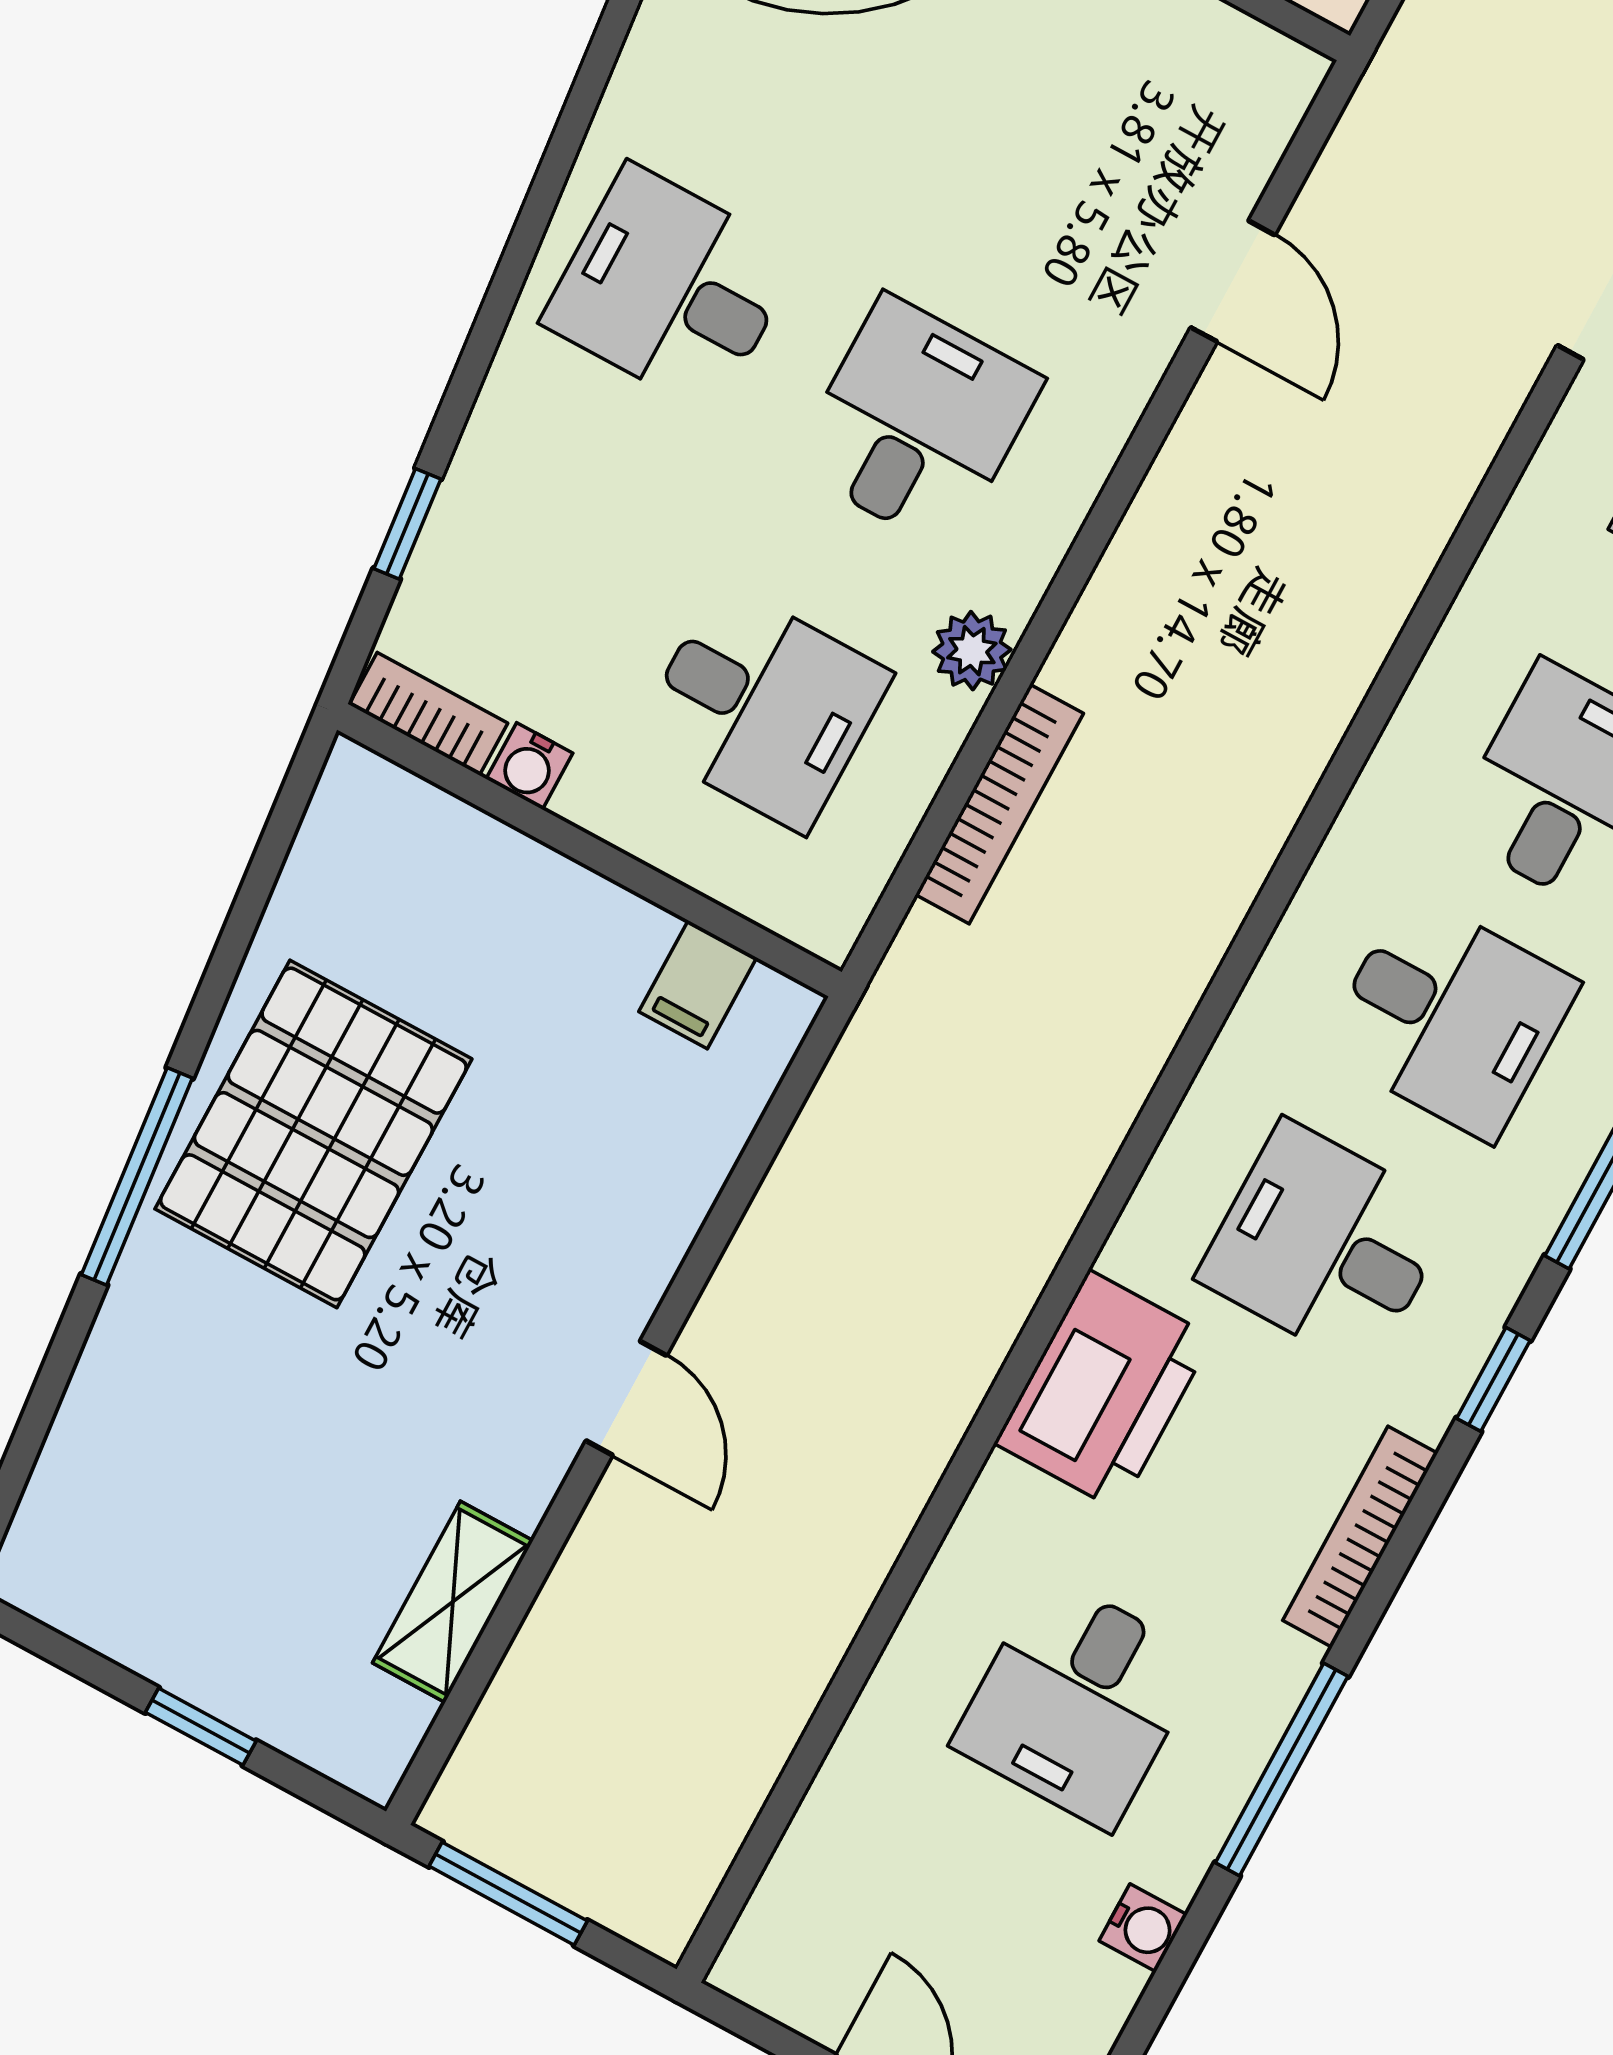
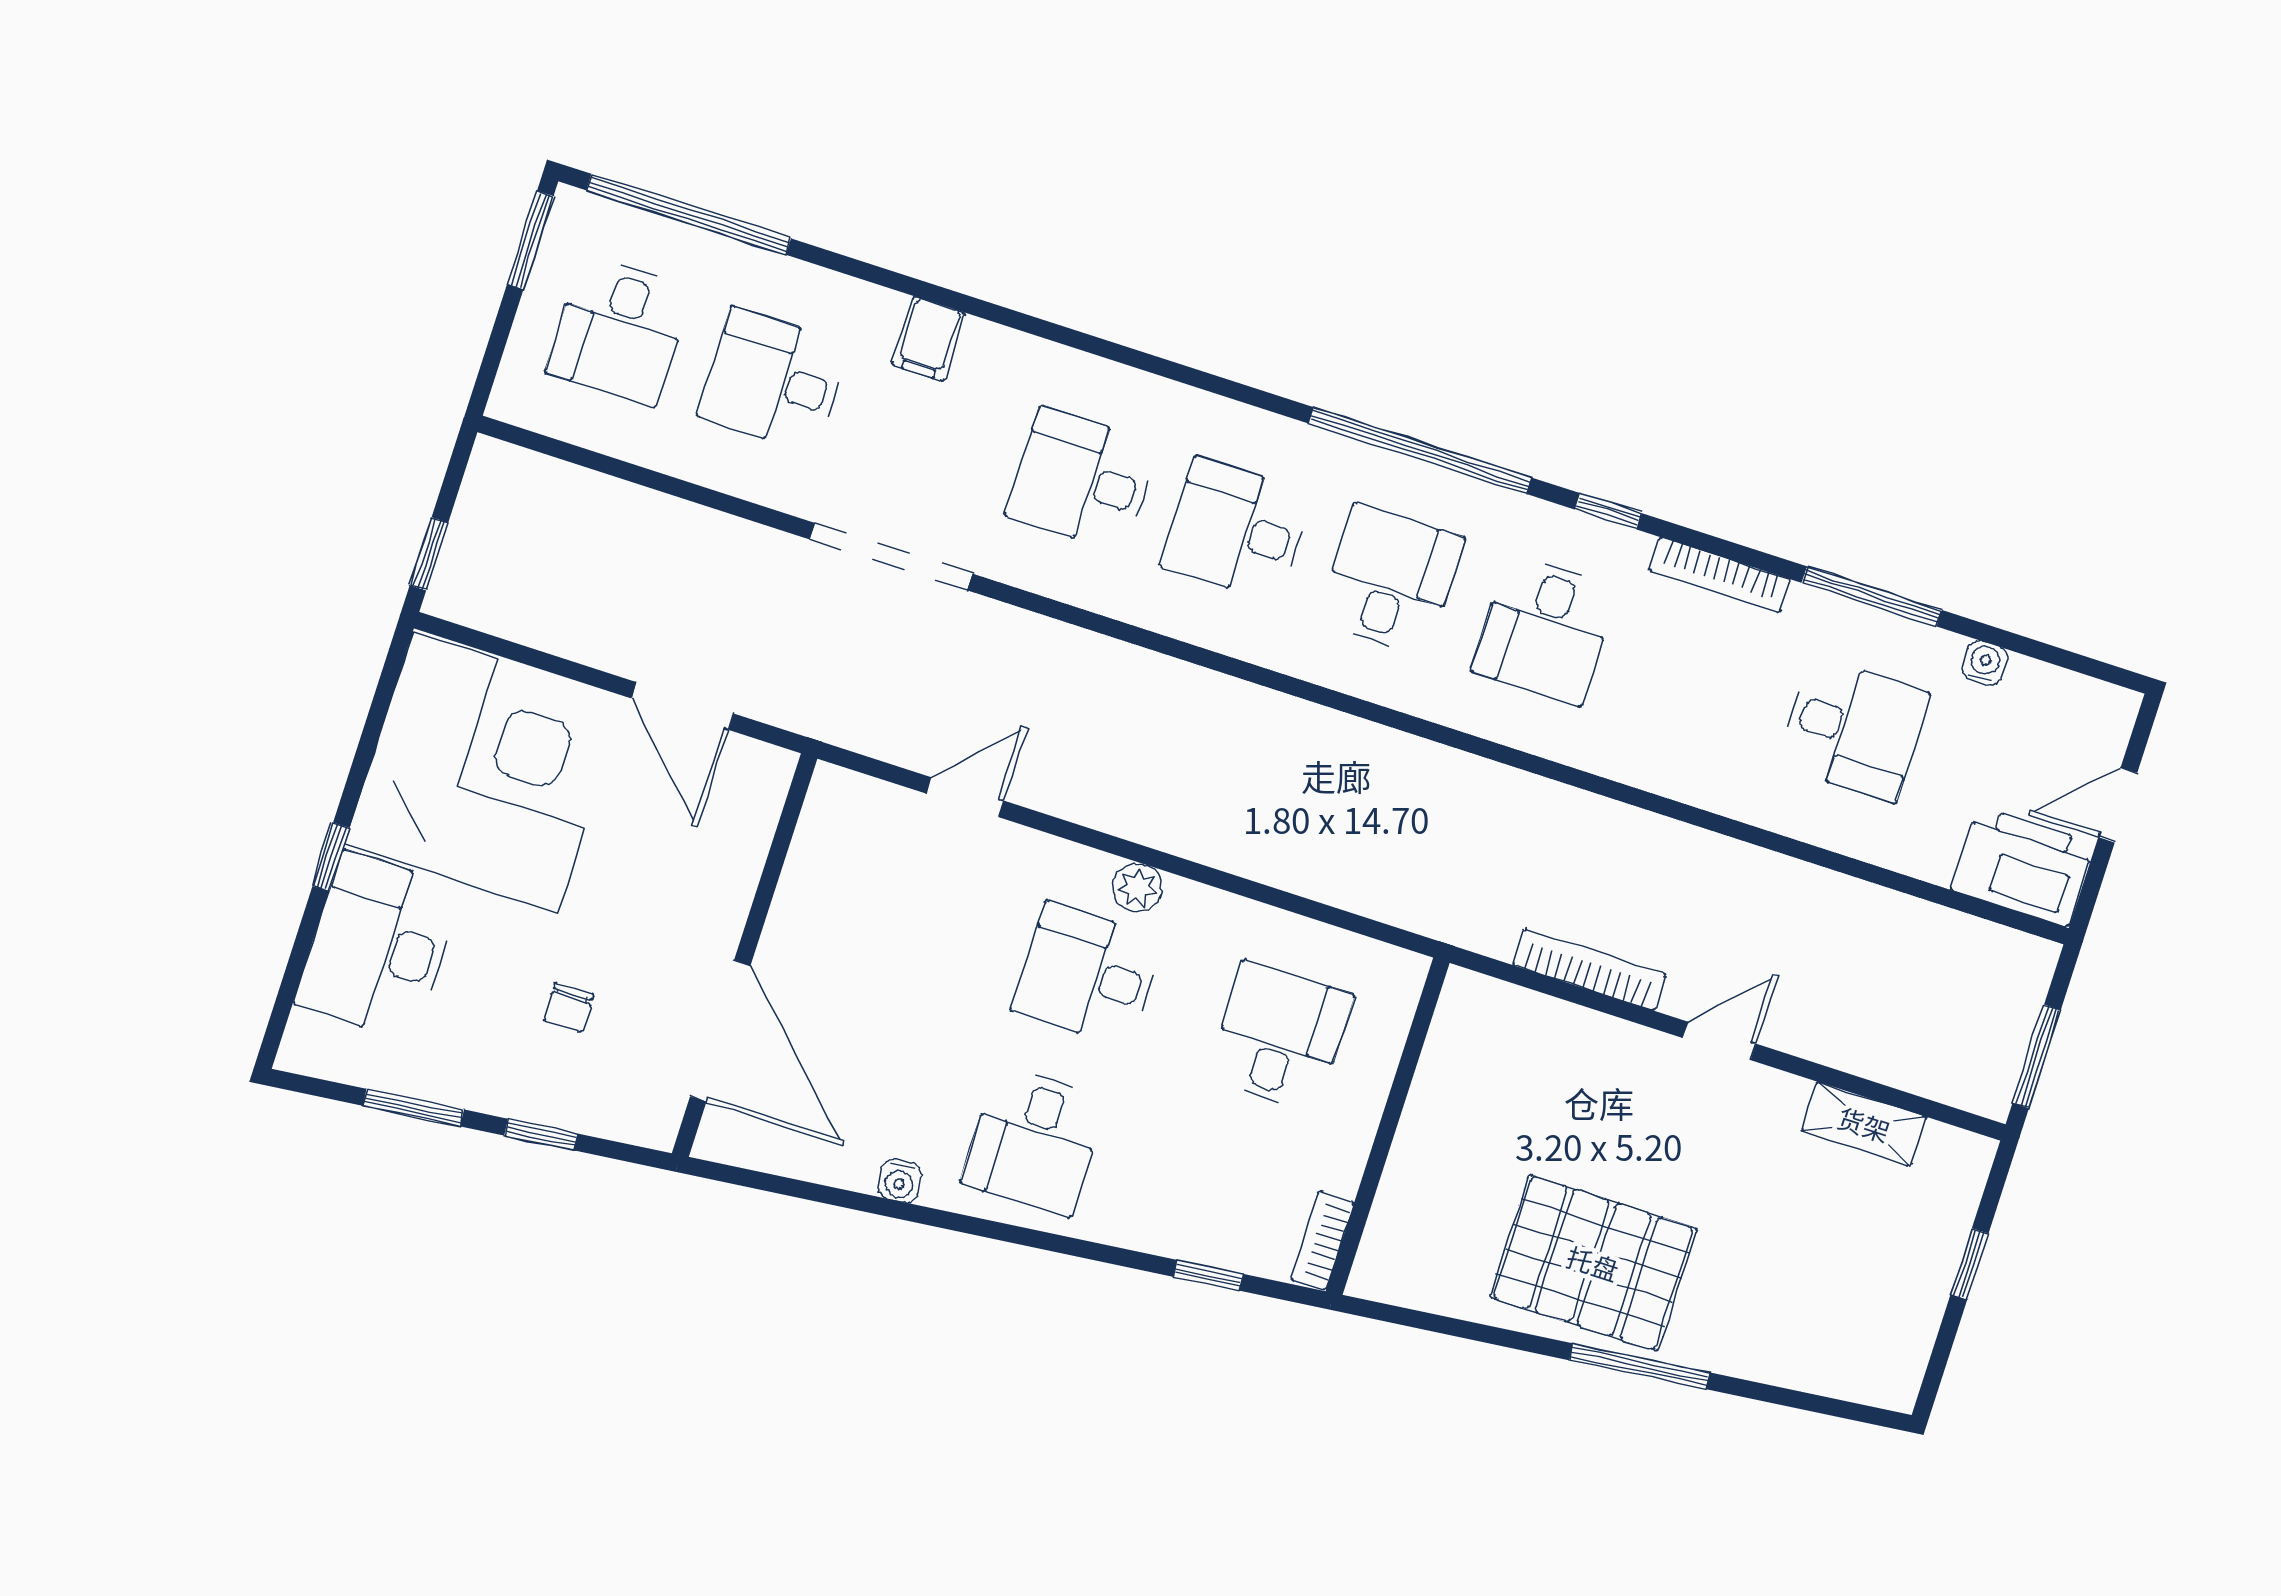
plant: (972, 651) -> (1137, 888), moved
water cooler: (529, 766) -> (900, 1181), moved, turned 84
bookcase: (999, 804) -> (1589, 970), moved
filing cabinet: (698, 985) -> (1457, 1044), removed
printer: (1104, 1390) -> (2023, 866), moved

